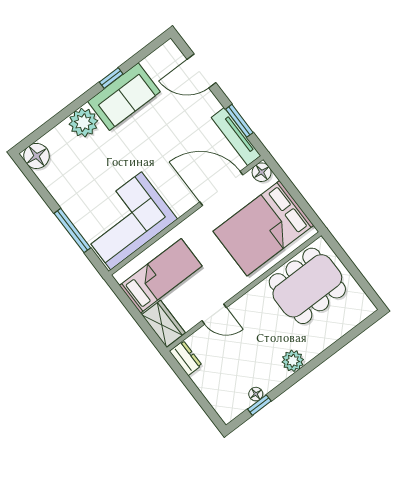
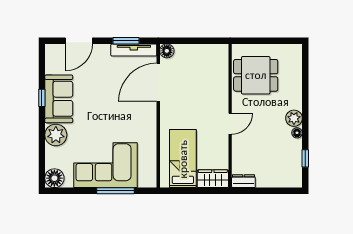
corner sofa: (126, 221) -> (106, 165), moved, turned 90
bed: (263, 228) -> (201, 75), removed
dining table: (307, 286) -> (256, 75), width x0.73
door: (214, 314) -> (230, 124), moved
floor lamp: (256, 394) -> (297, 133), moved

